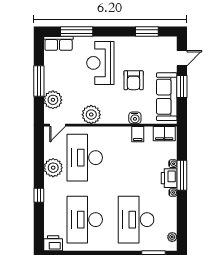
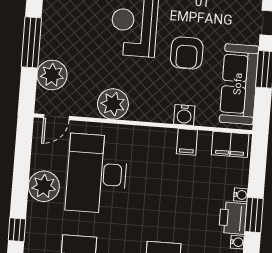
window: (182, 175) -> (254, 215), width x0.69

